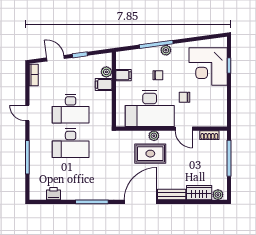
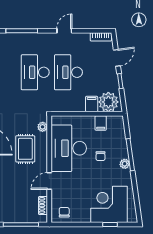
plant: (106, 72) -> (108, 102), width x1.87, depth x1.87
chair: (184, 97) -> (64, 212), moved
plant: (154, 136) -> (43, 127), moved

